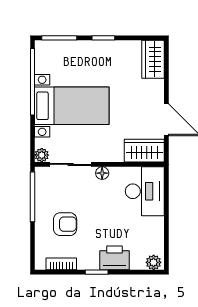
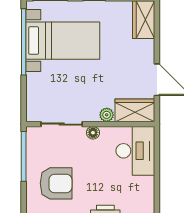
bed with nightstands: (72, 106) -> (63, 41), moved
plant: (42, 155) -> (107, 115), moved
armchair: (65, 224) -> (56, 183), width x1.38, depth x1.38

